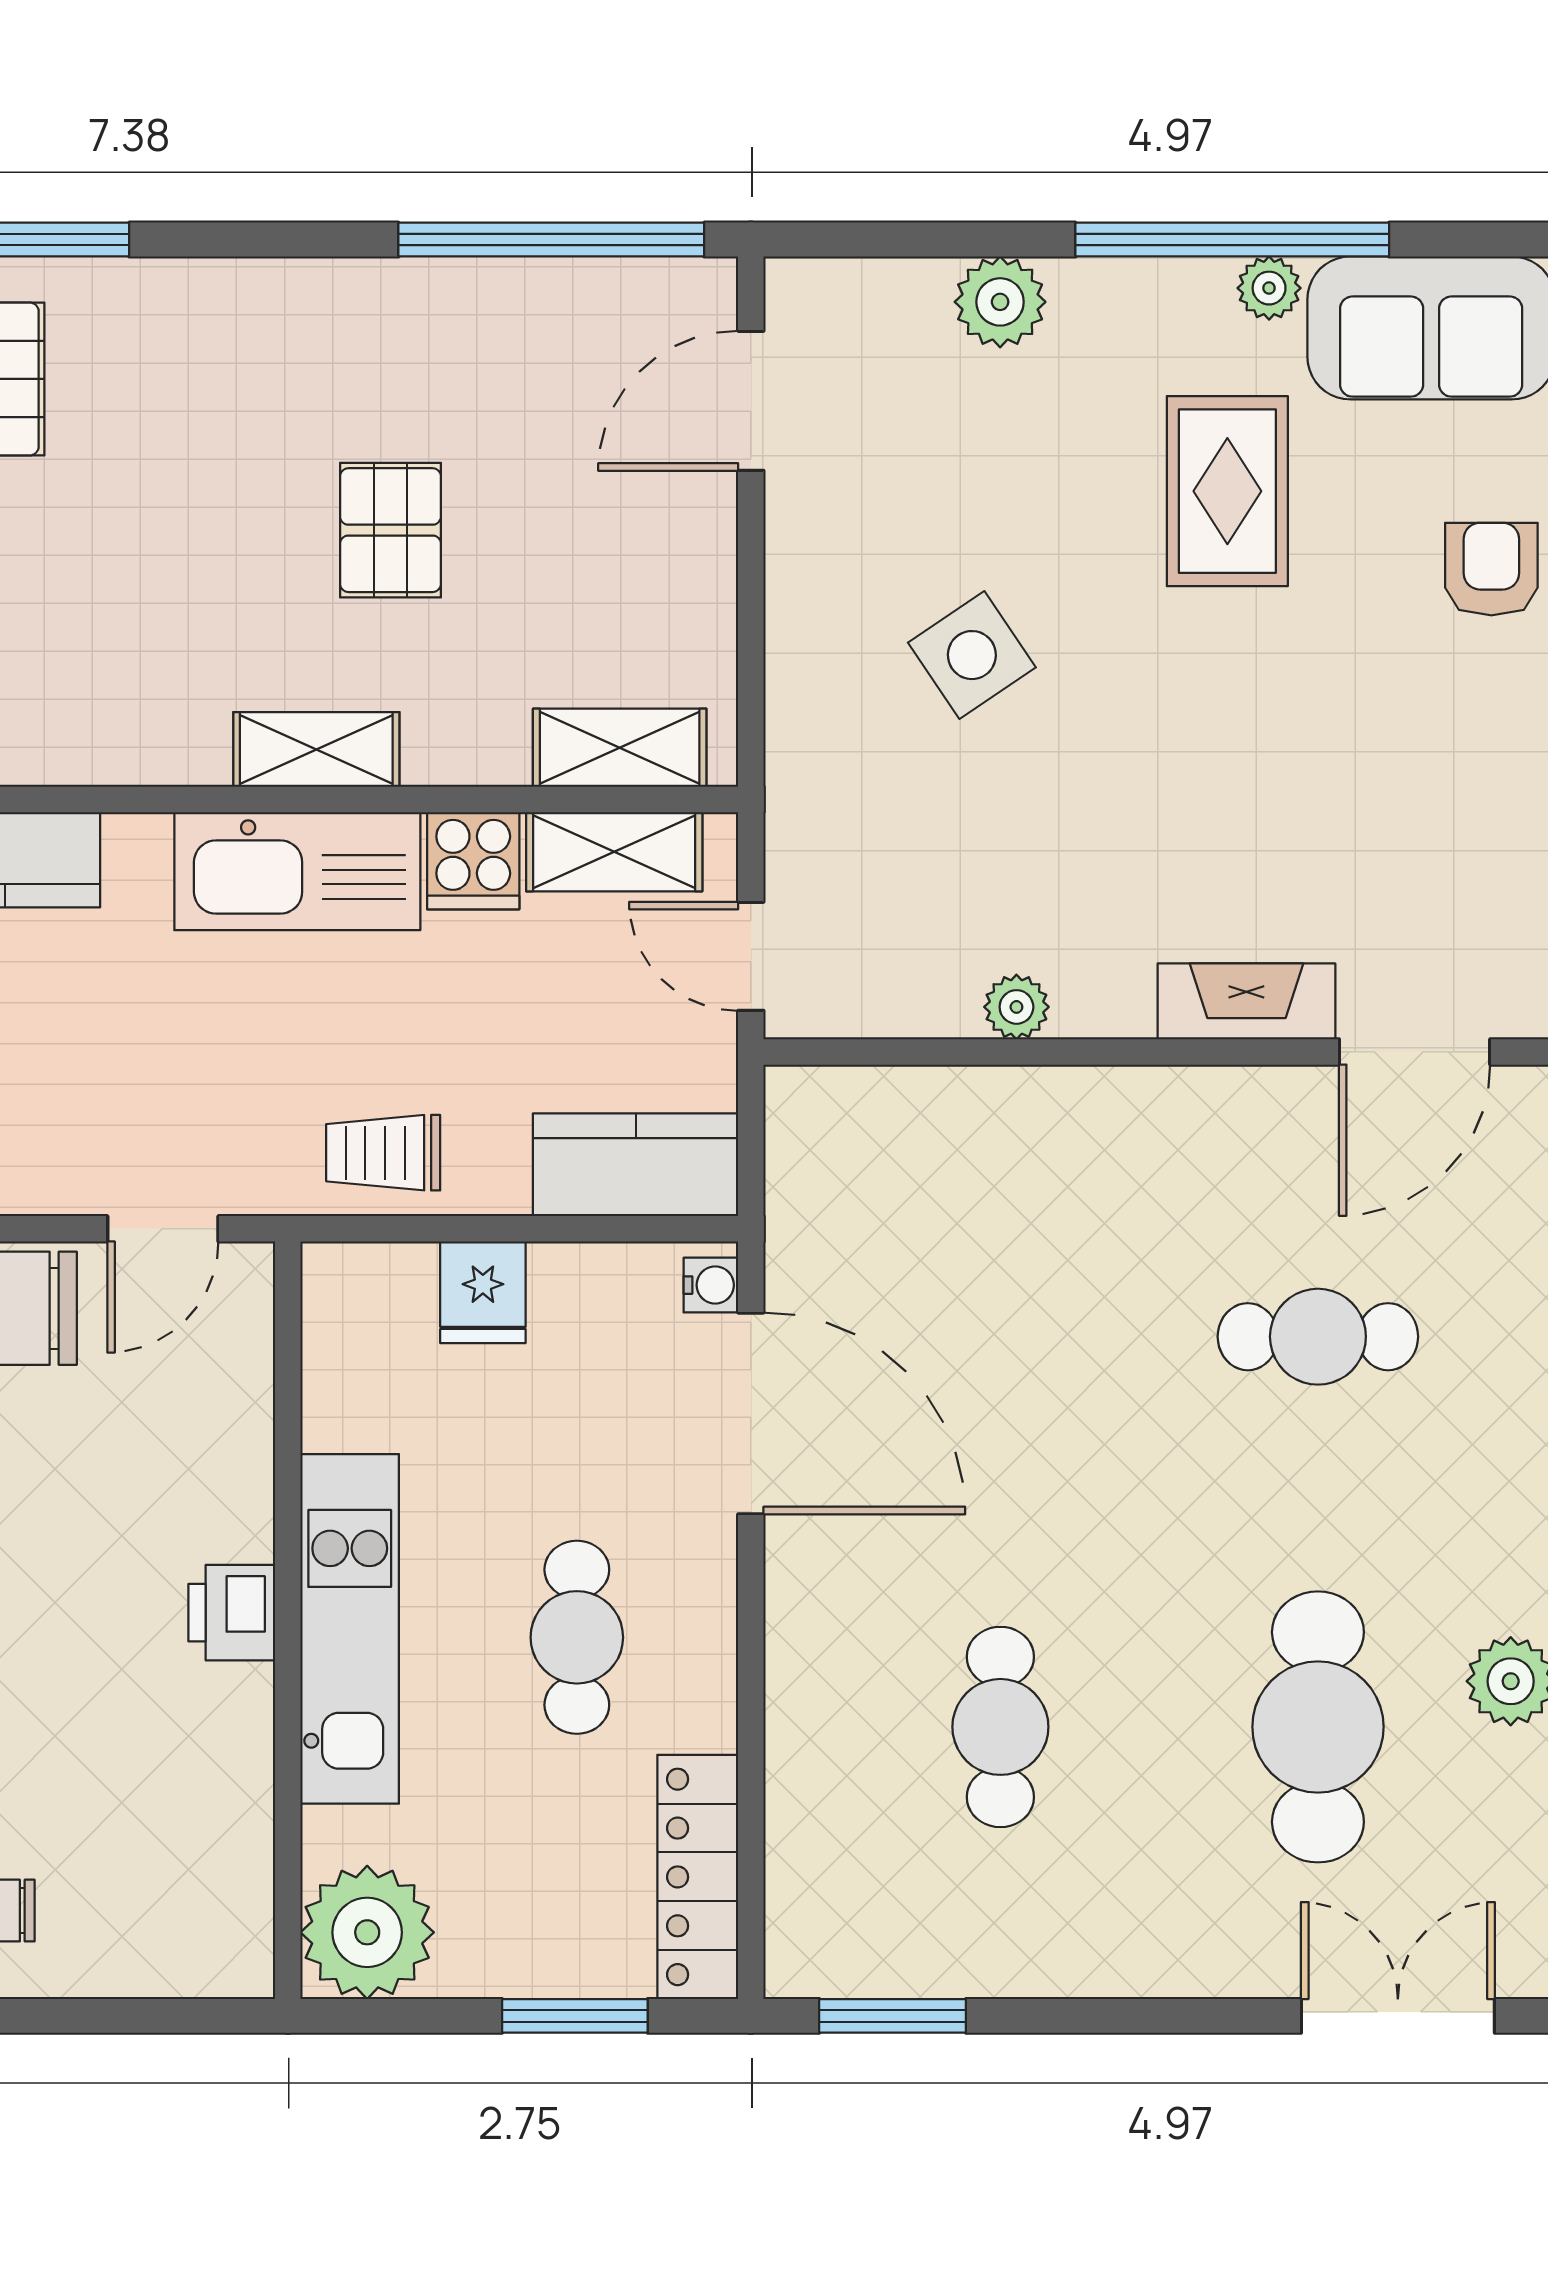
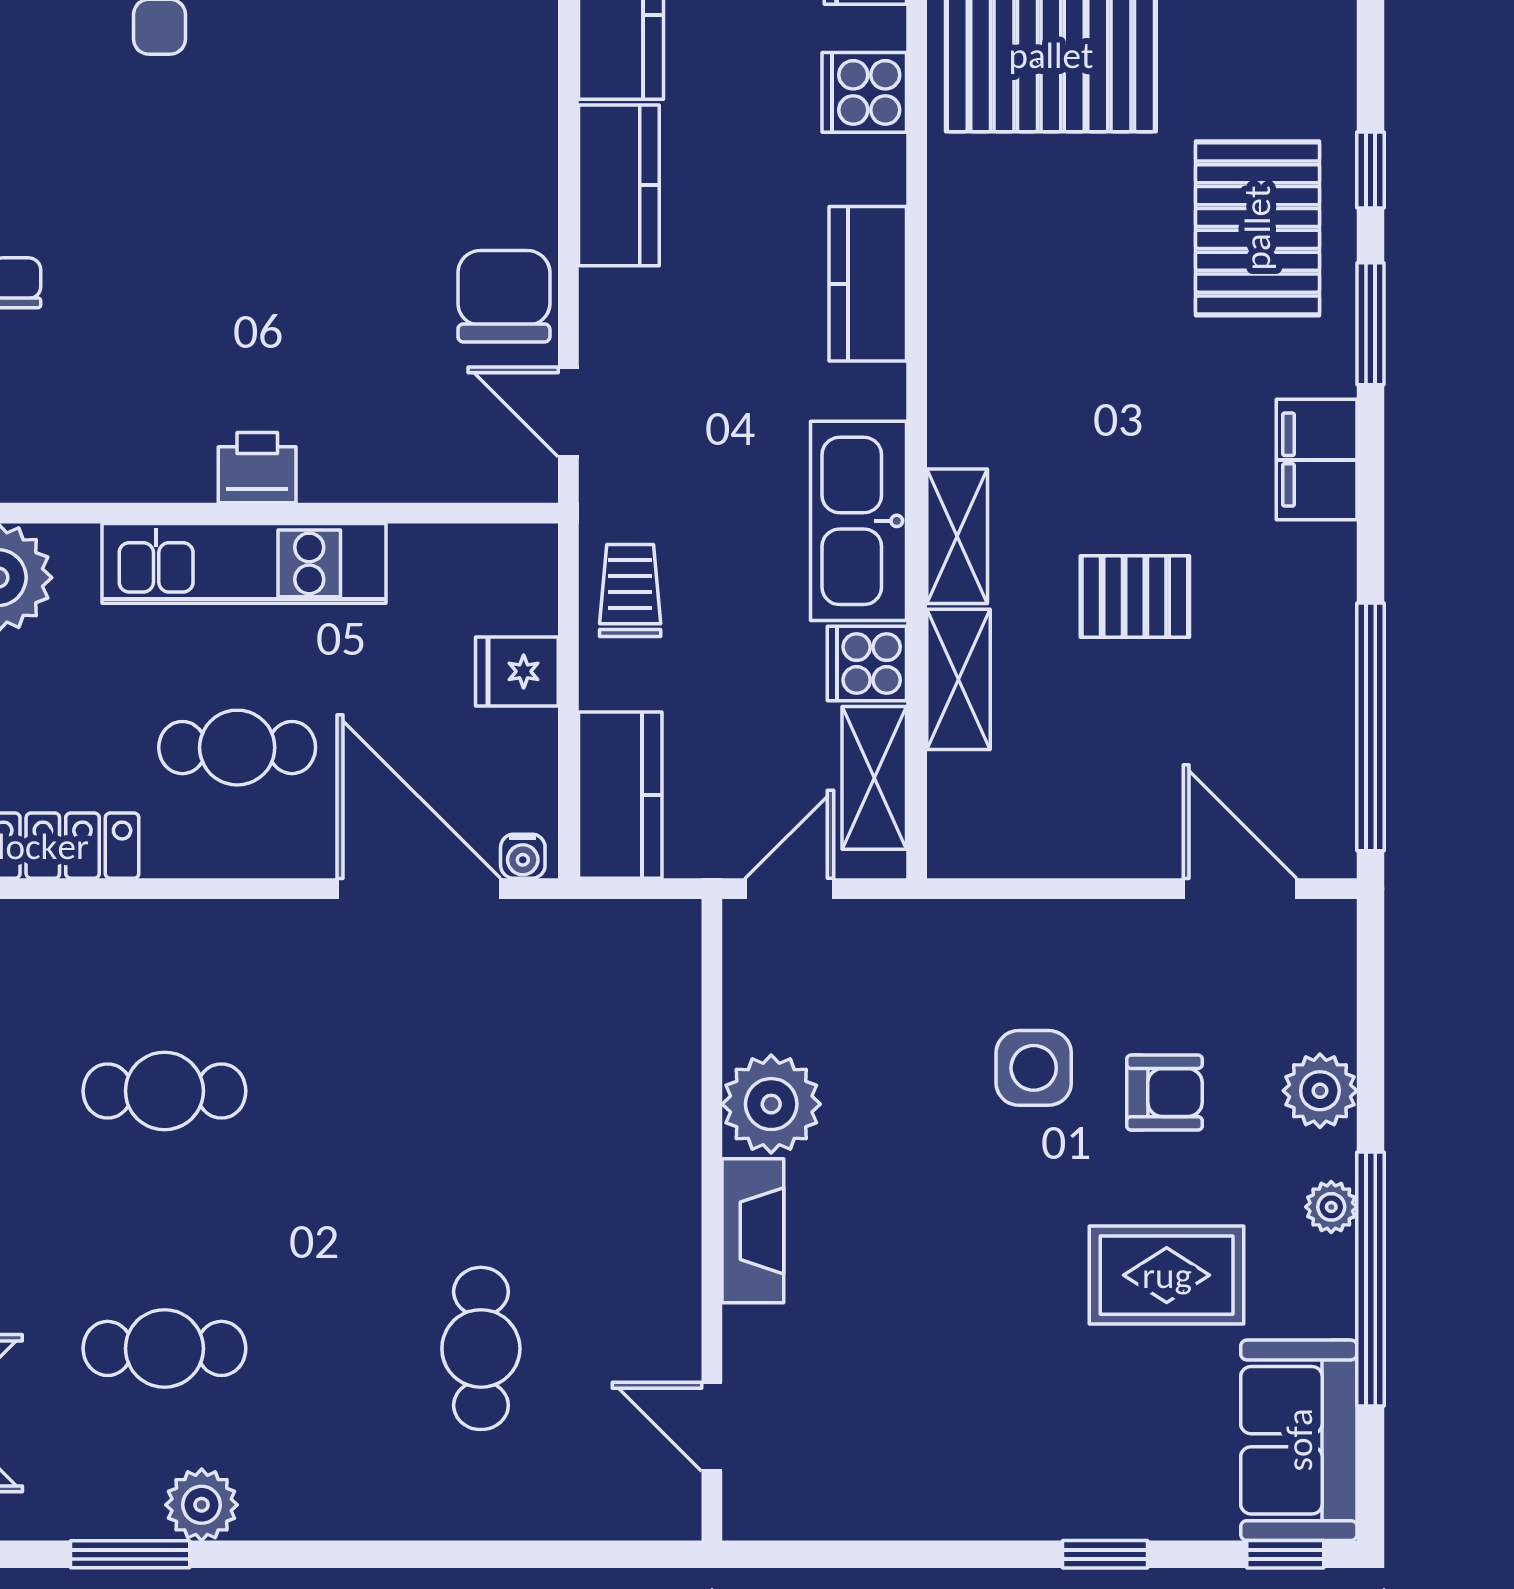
plant: (1269, 288) -> (1331, 1207), moved
filing cabinet: (222, 306) -> (1317, 460), added
armchair: (1491, 569) -> (1165, 1093), moved
side table: (972, 655) -> (1034, 1068), turned 34
shelving: (620, 748) -> (958, 679), moved
fireplace: (1246, 1001) -> (753, 1231), moved
plant: (1016, 1007) -> (771, 1104), width x1.87, depth x1.87
door: (1415, 1052) -> (712, 1427), width x0.73
door: (751, 1413) -> (419, 889), swing flipped
cafe table: (1318, 1727) -> (164, 1348), width x0.73, depth x0.74

